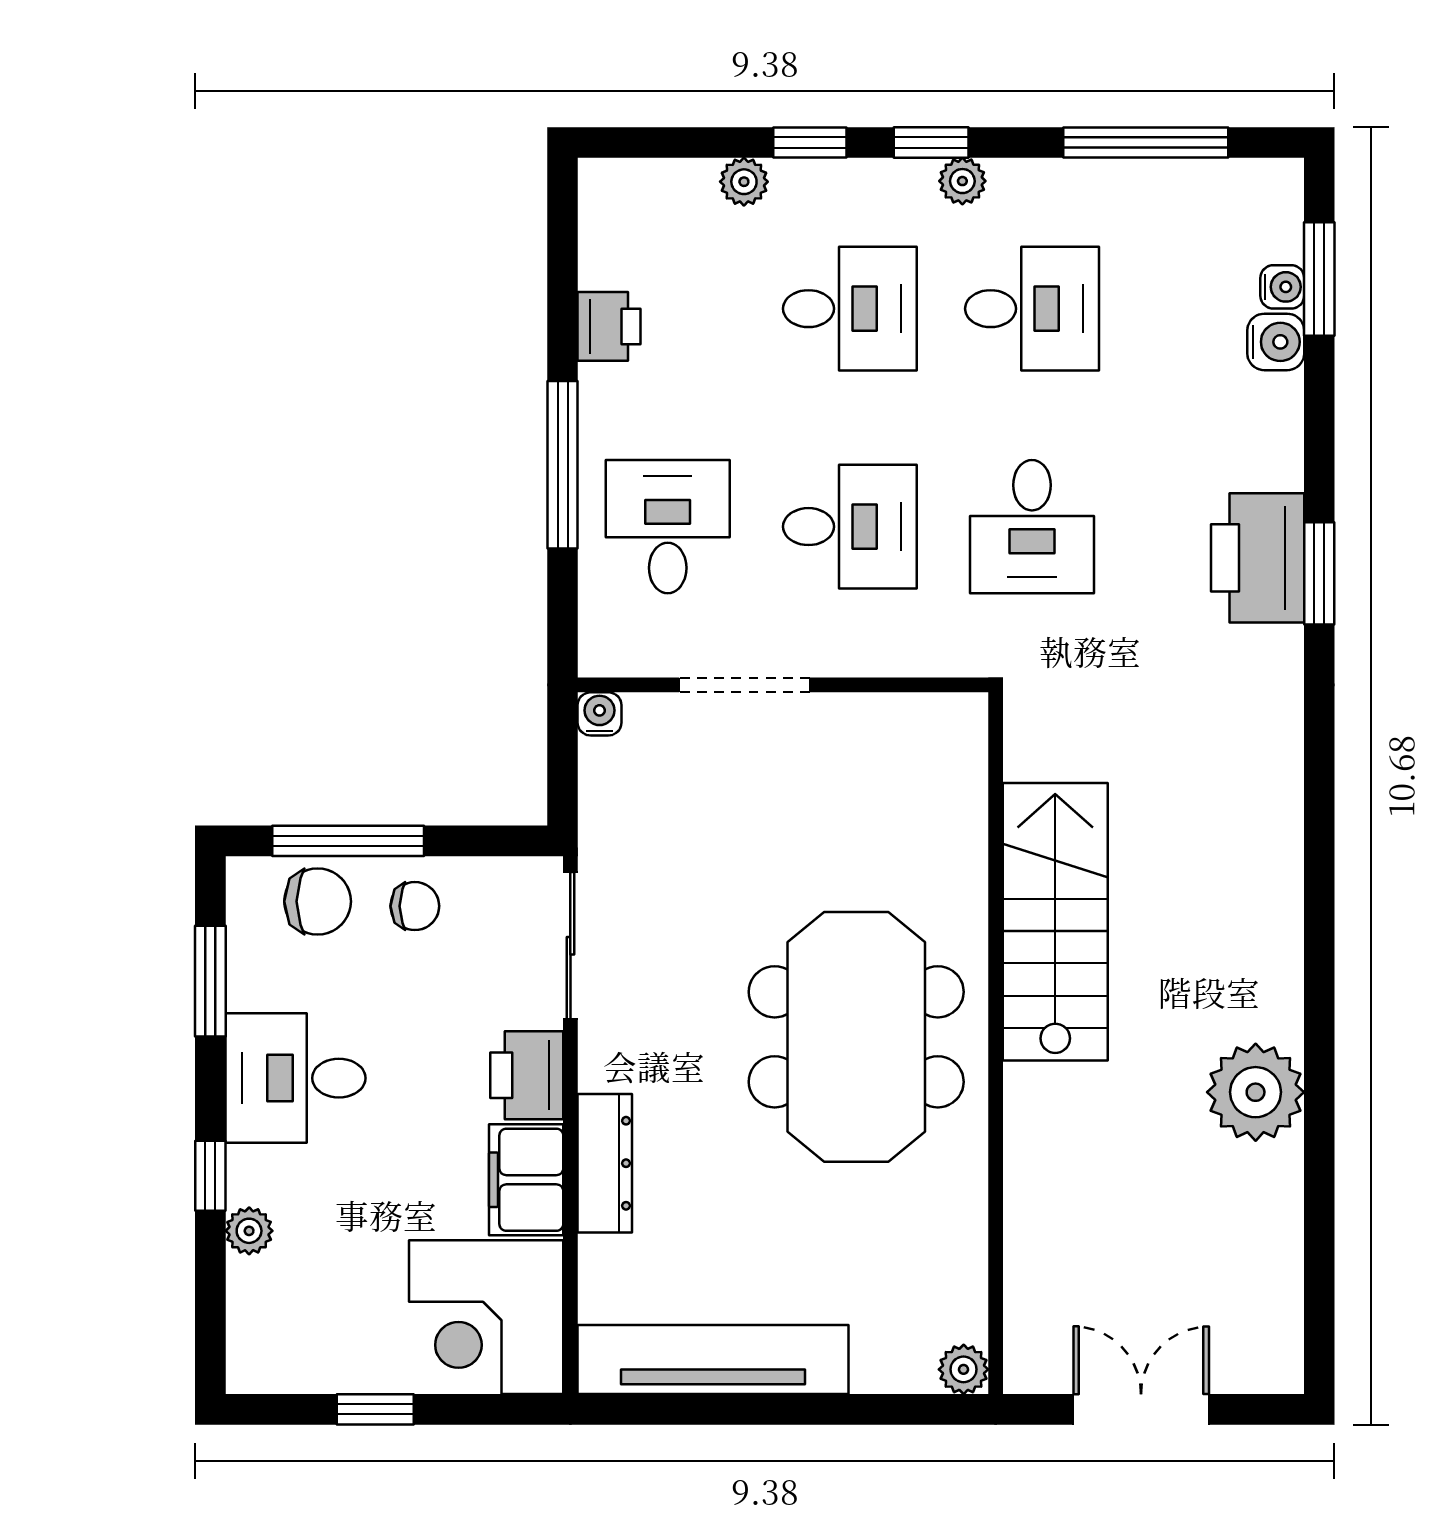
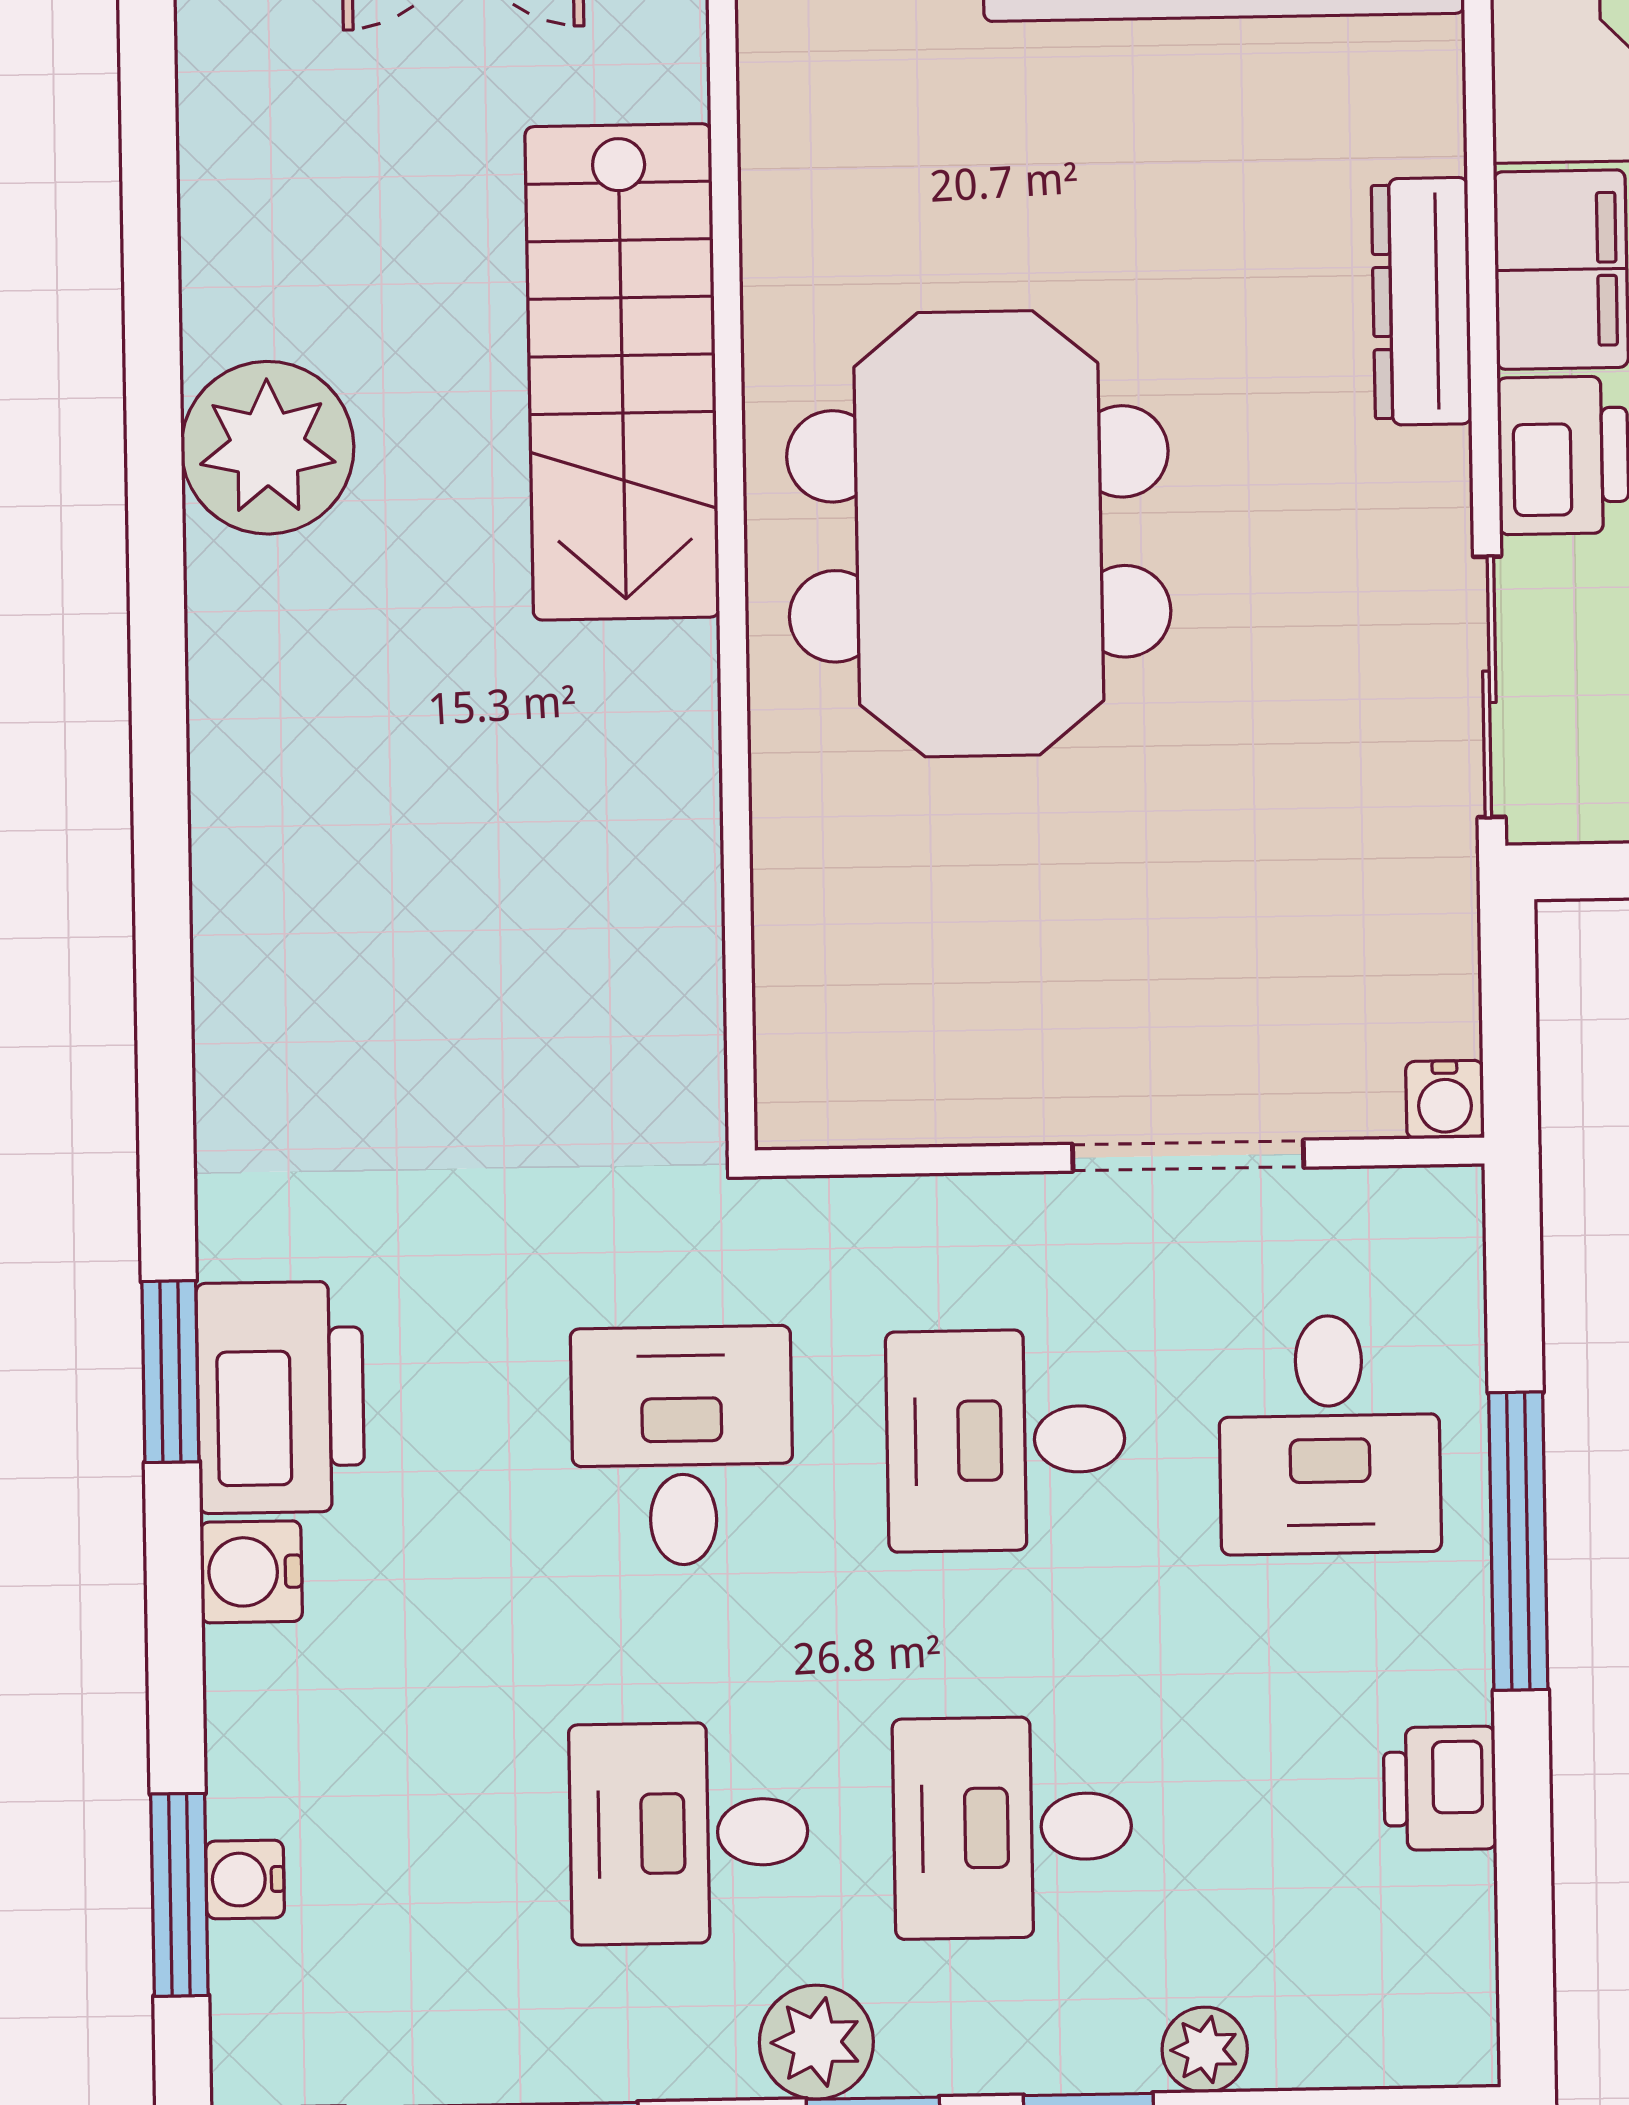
plant: (962, 181) -> (816, 2042), width x1.38, depth x1.38
water cooler: (1276, 342) -> (251, 1572), moved
stairs: (1055, 922) -> (622, 372), moved

